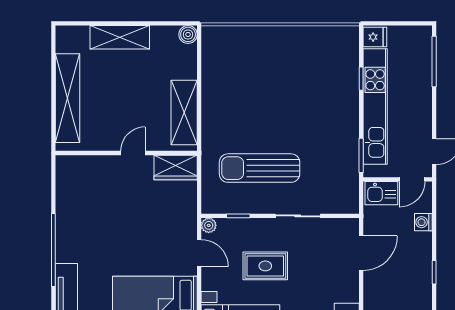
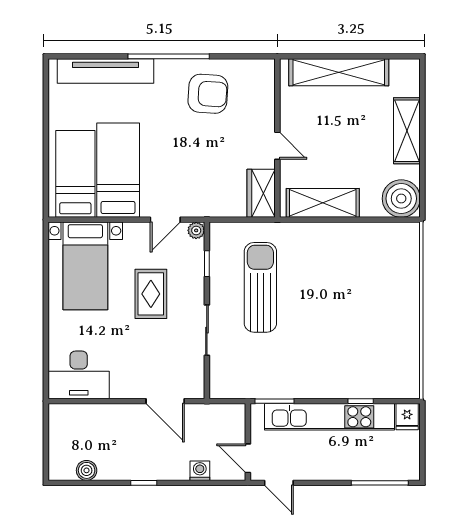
boiler: (188, 34) -> (401, 199), width x1.86, depth x1.86
kitchen sink: (381, 193) -> (232, 424), removed
armchair: (87, 215) -> (208, 94), added

